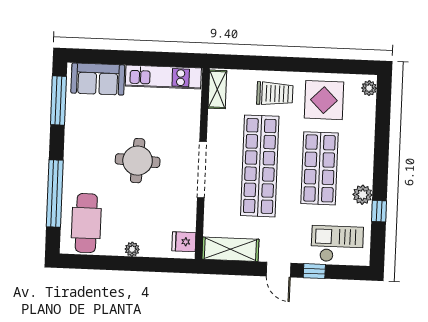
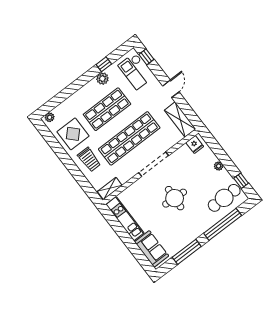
trolley: (275, 94) -> (89, 160), turned 180
window: (58, 101) -> (187, 252), moved
window: (90, 262) -> (241, 181), added
window: (314, 271) -> (146, 57), moved

